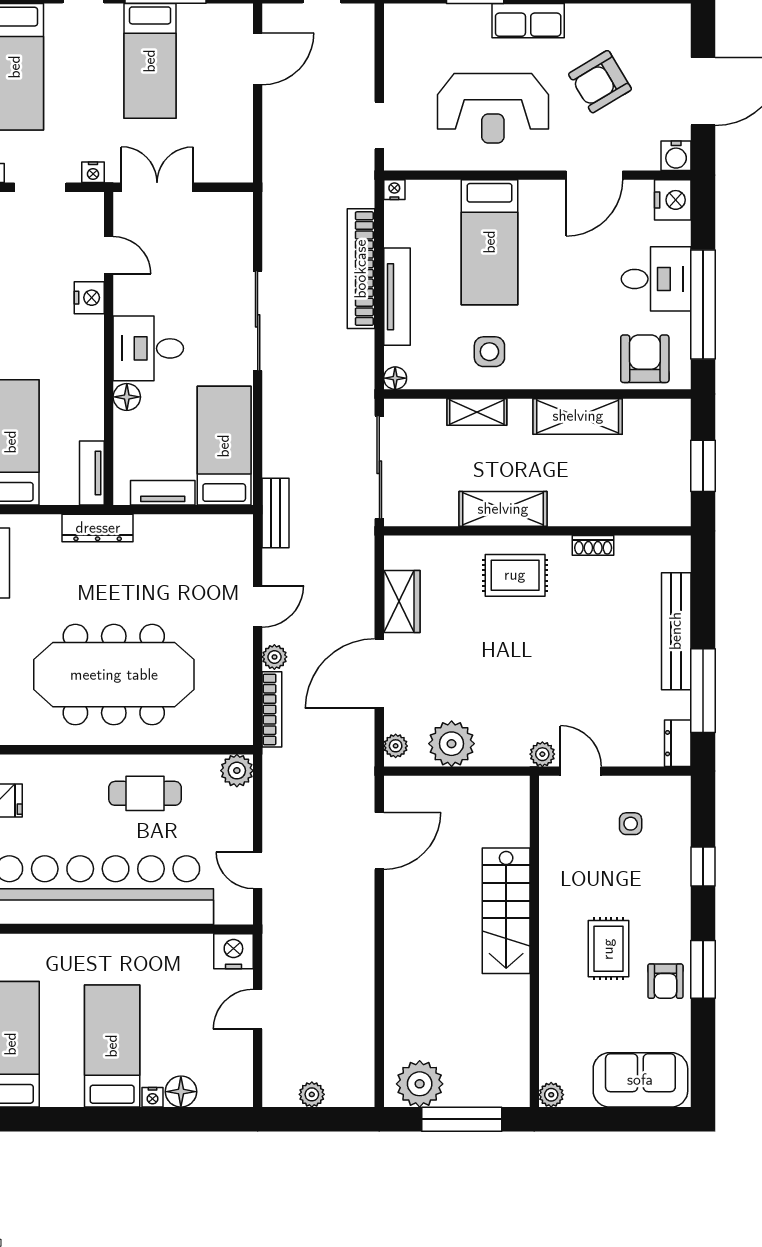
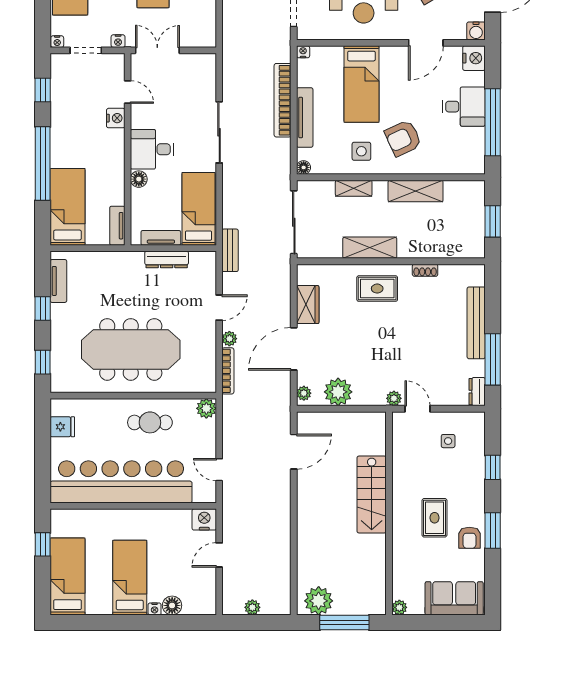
armchair: (645, 359) -> (403, 138), moved, turned -115
dresser: (98, 528) -> (167, 259), moved

